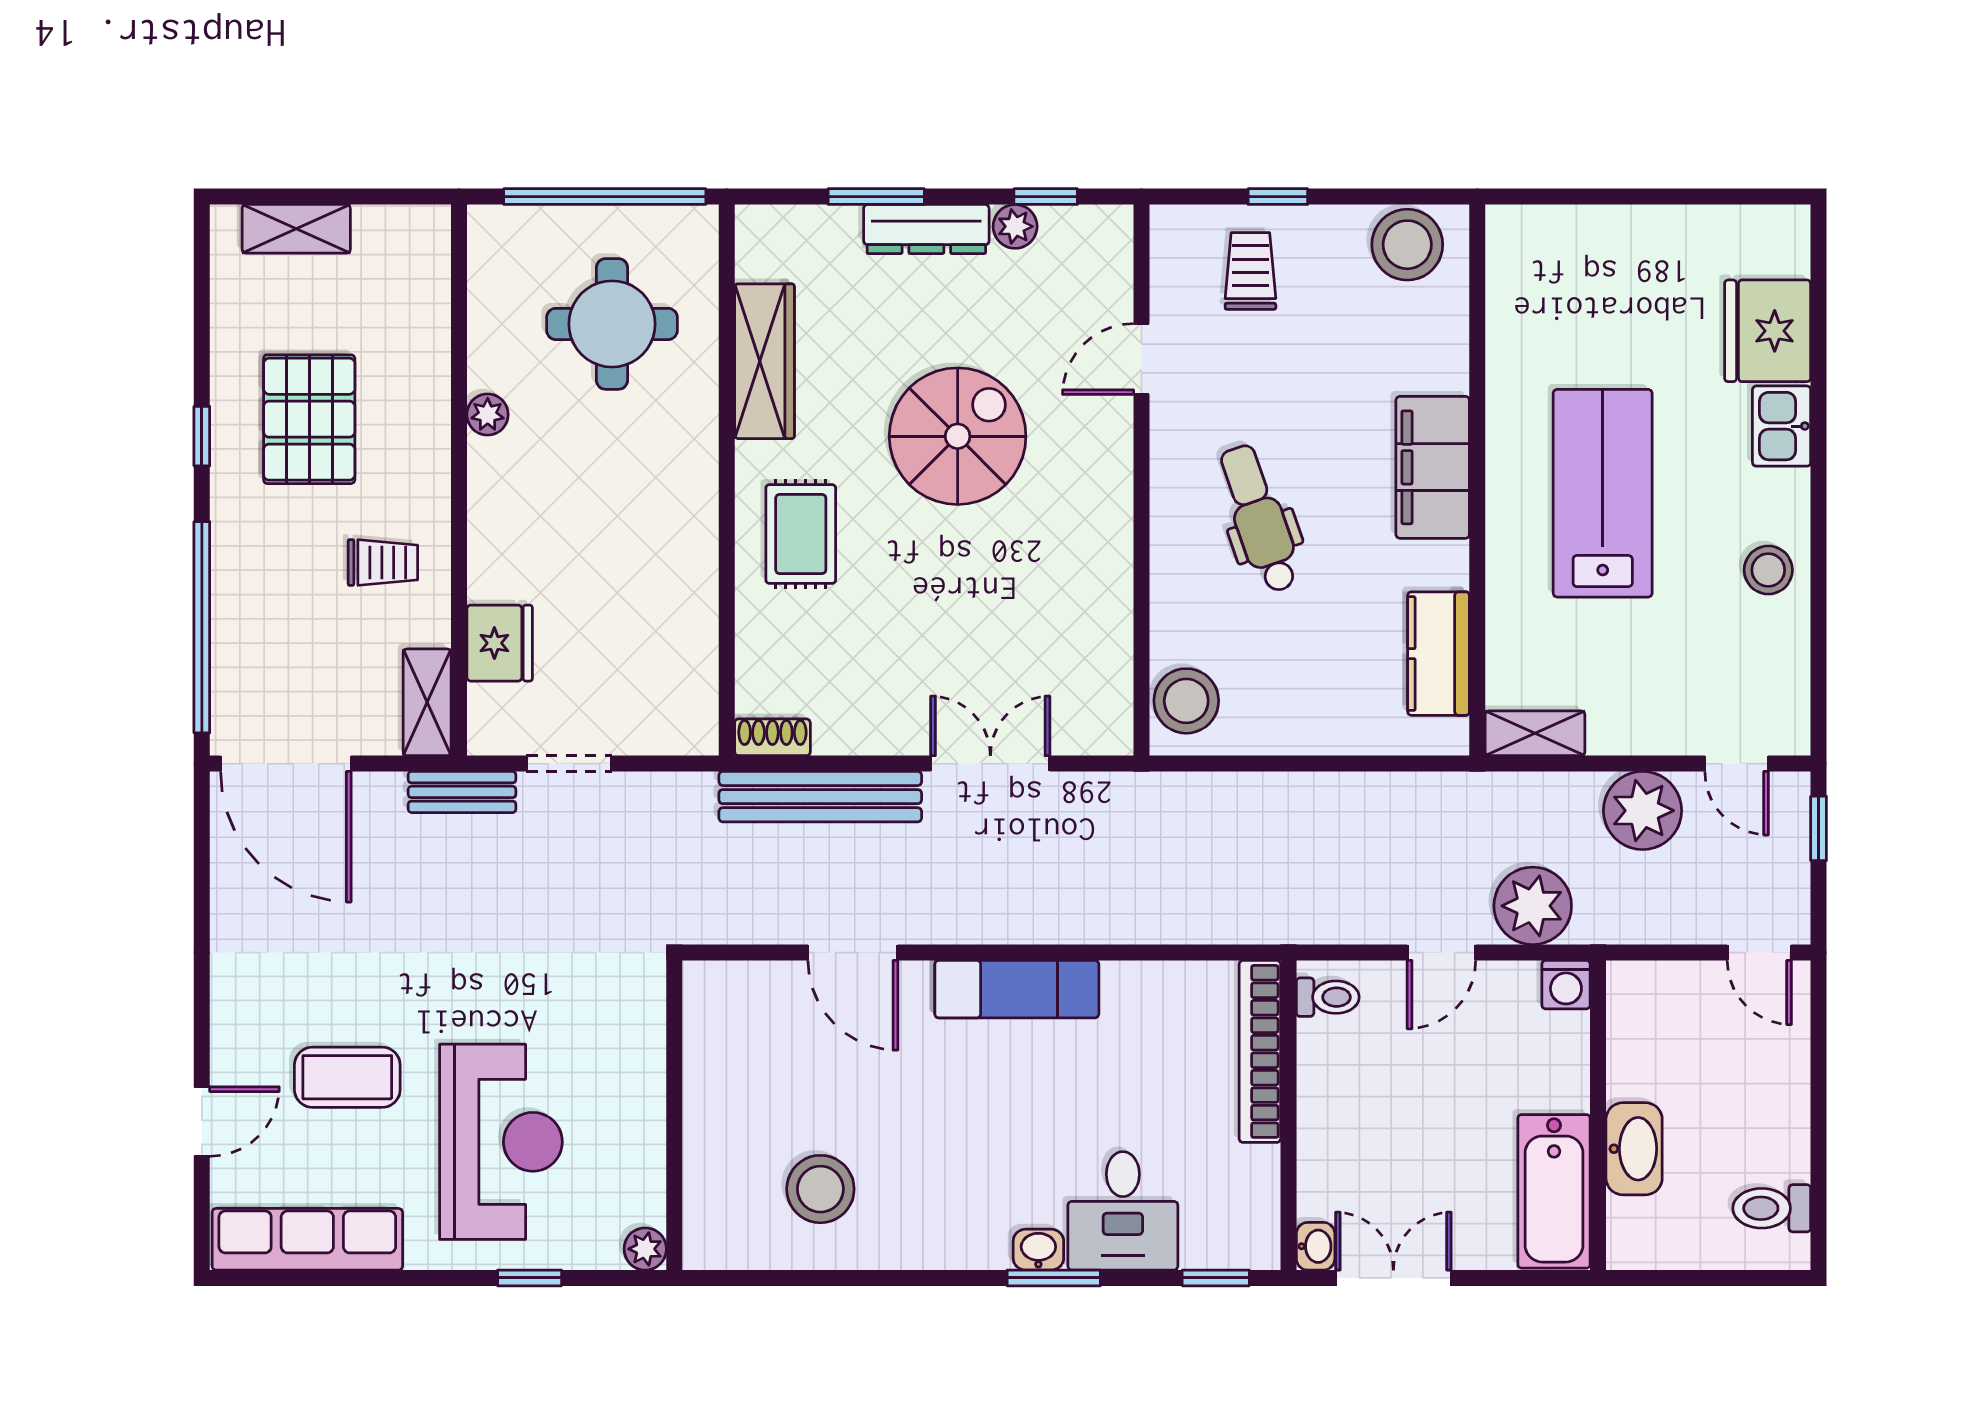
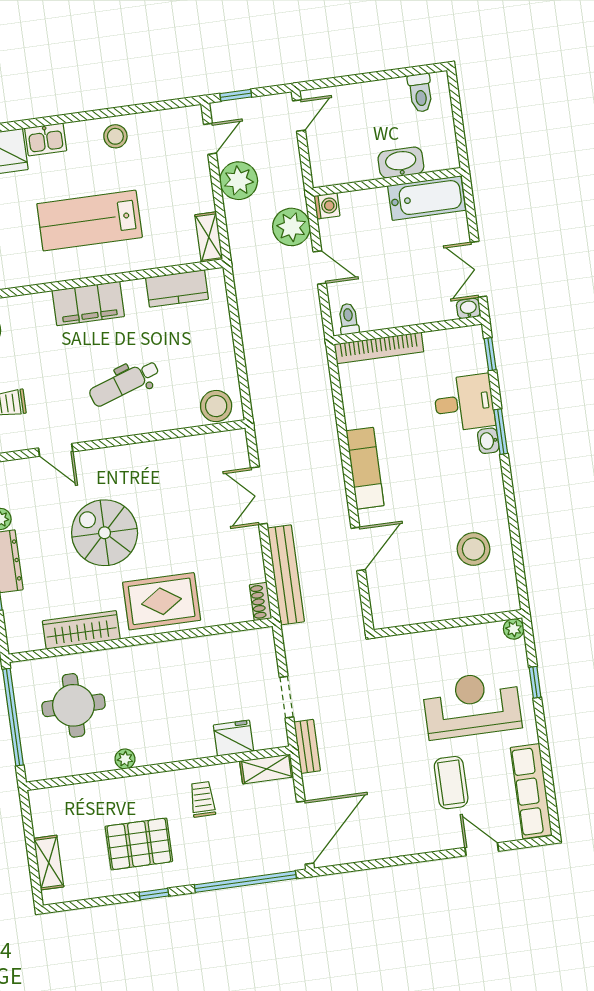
rug: (801, 534) -> (162, 601), width x1.36, depth x1.43

